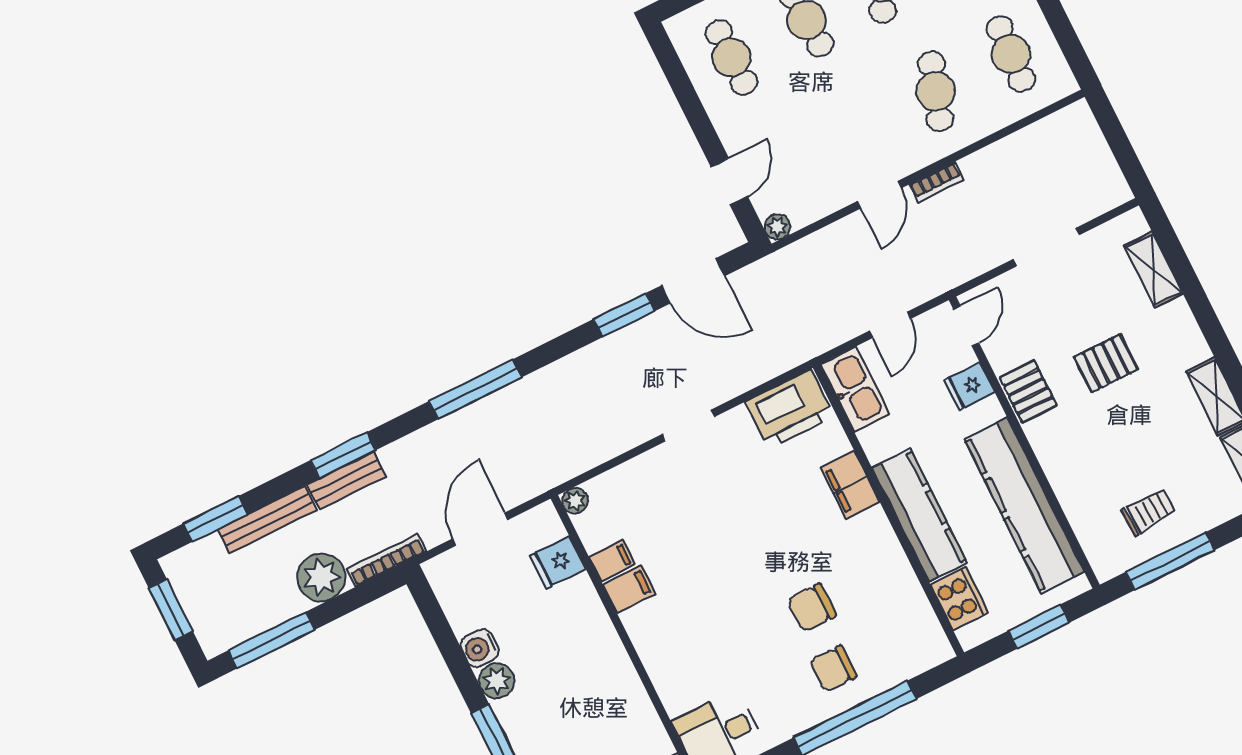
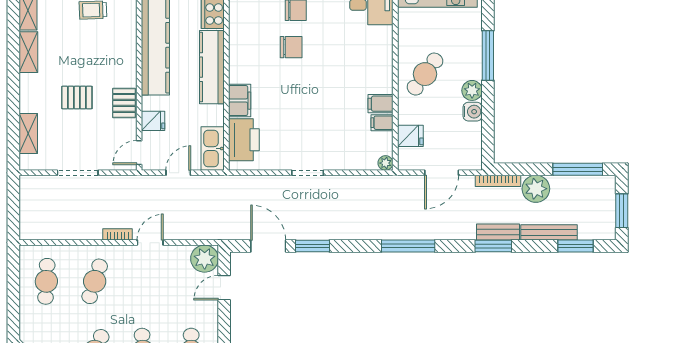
plant: (777, 227) -> (205, 259), width x1.88, depth x1.88
printer: (790, 409) -> (244, 140), moved, turned 90
cafe table: (583, 670) -> (425, 74), added

